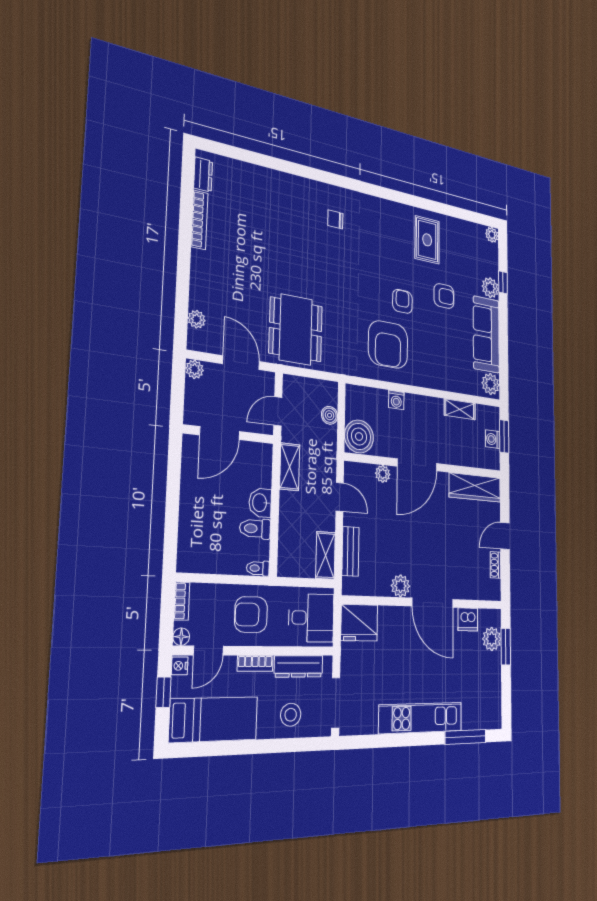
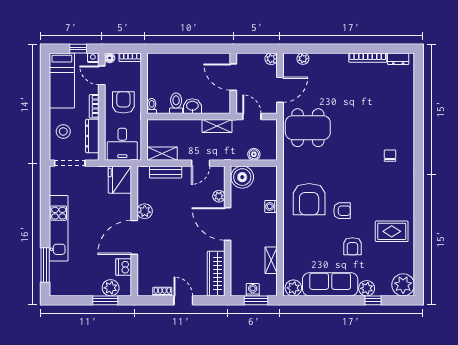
plant: (492, 235) -> (403, 285), width x1.88, depth x1.88
armchair: (388, 345) -> (309, 199), turned -90

